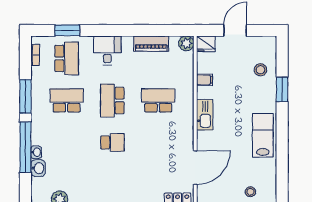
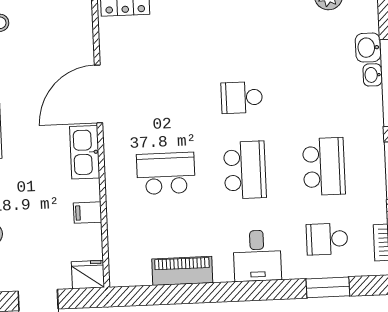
plant: (186, 43) -> (122, 274), removed
school desk: (67, 58) -> (327, 239), width x0.54
school desk: (67, 100) -> (324, 166), turned -90
school desk: (158, 100) -> (166, 173), turned 180
door: (195, 168) -> (98, 94), moved

